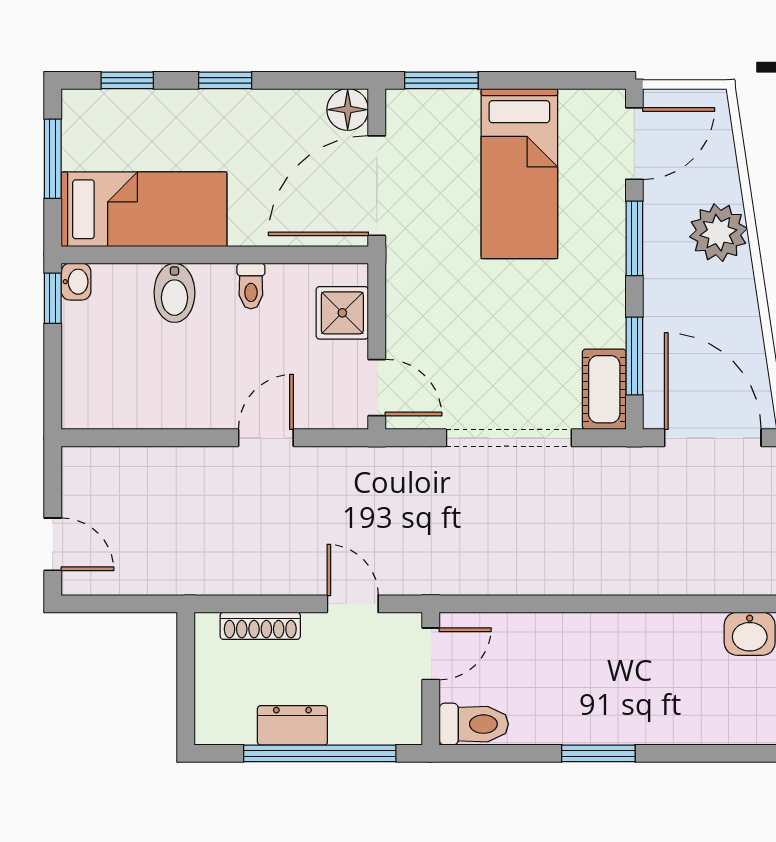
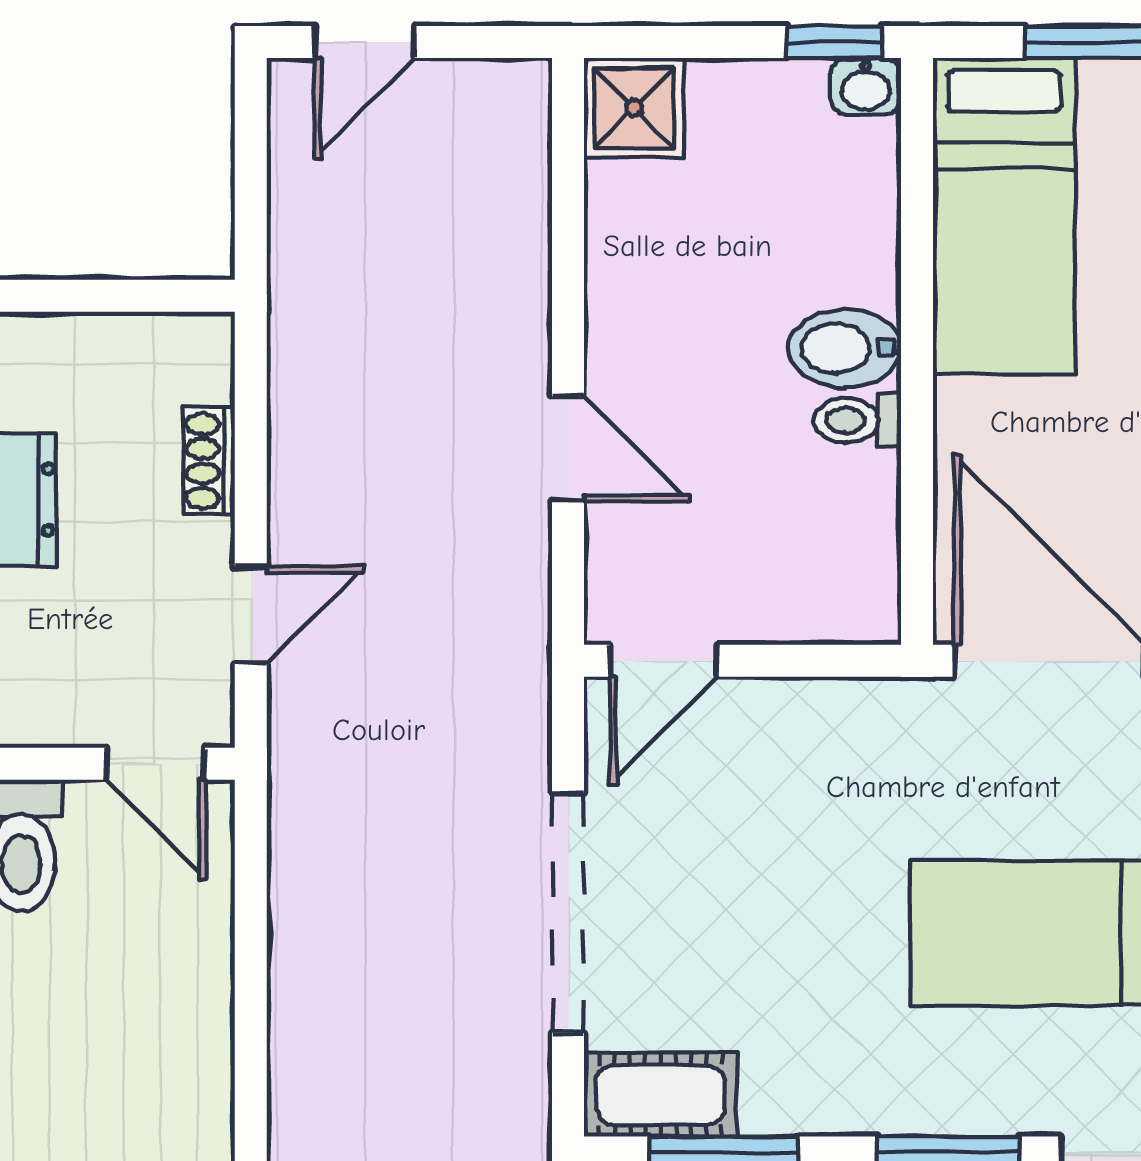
bidet: (174, 293) -> (845, 348), moved
shower: (342, 313) -> (634, 108), moved
shoe rack: (260, 626) -> (209, 461), width x0.70

